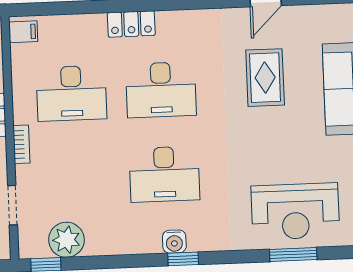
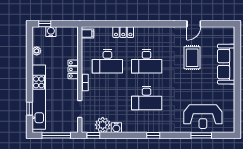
locker: (131, 24) -> (123, 32), moved
water cooler: (174, 242) -> (116, 128), moved

